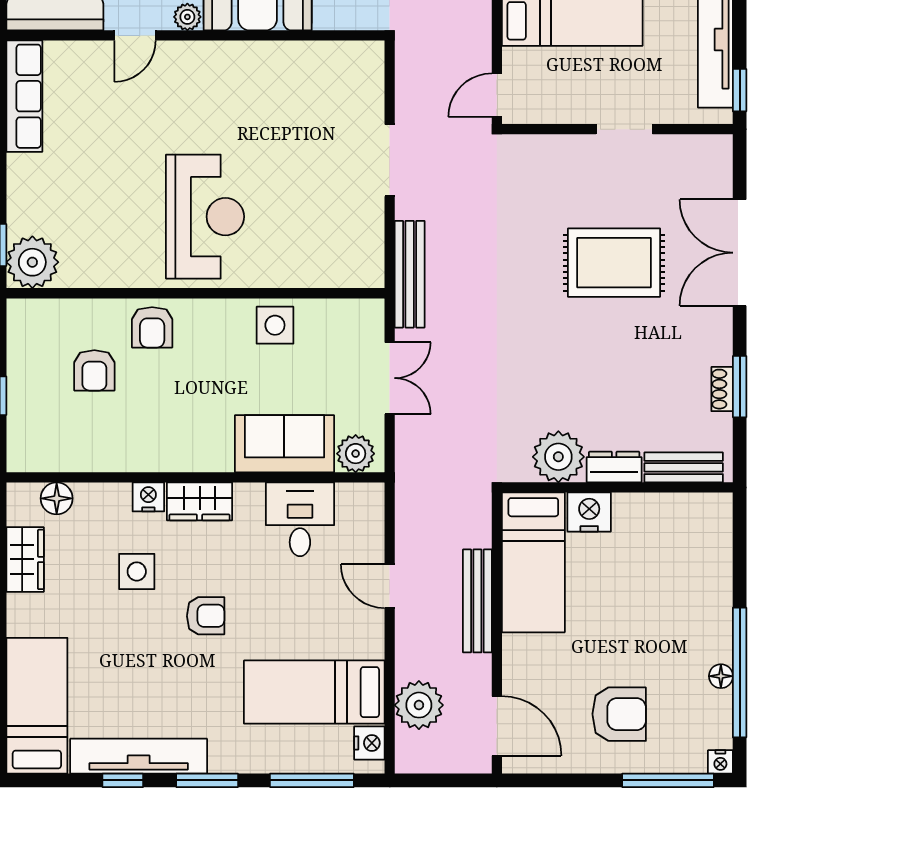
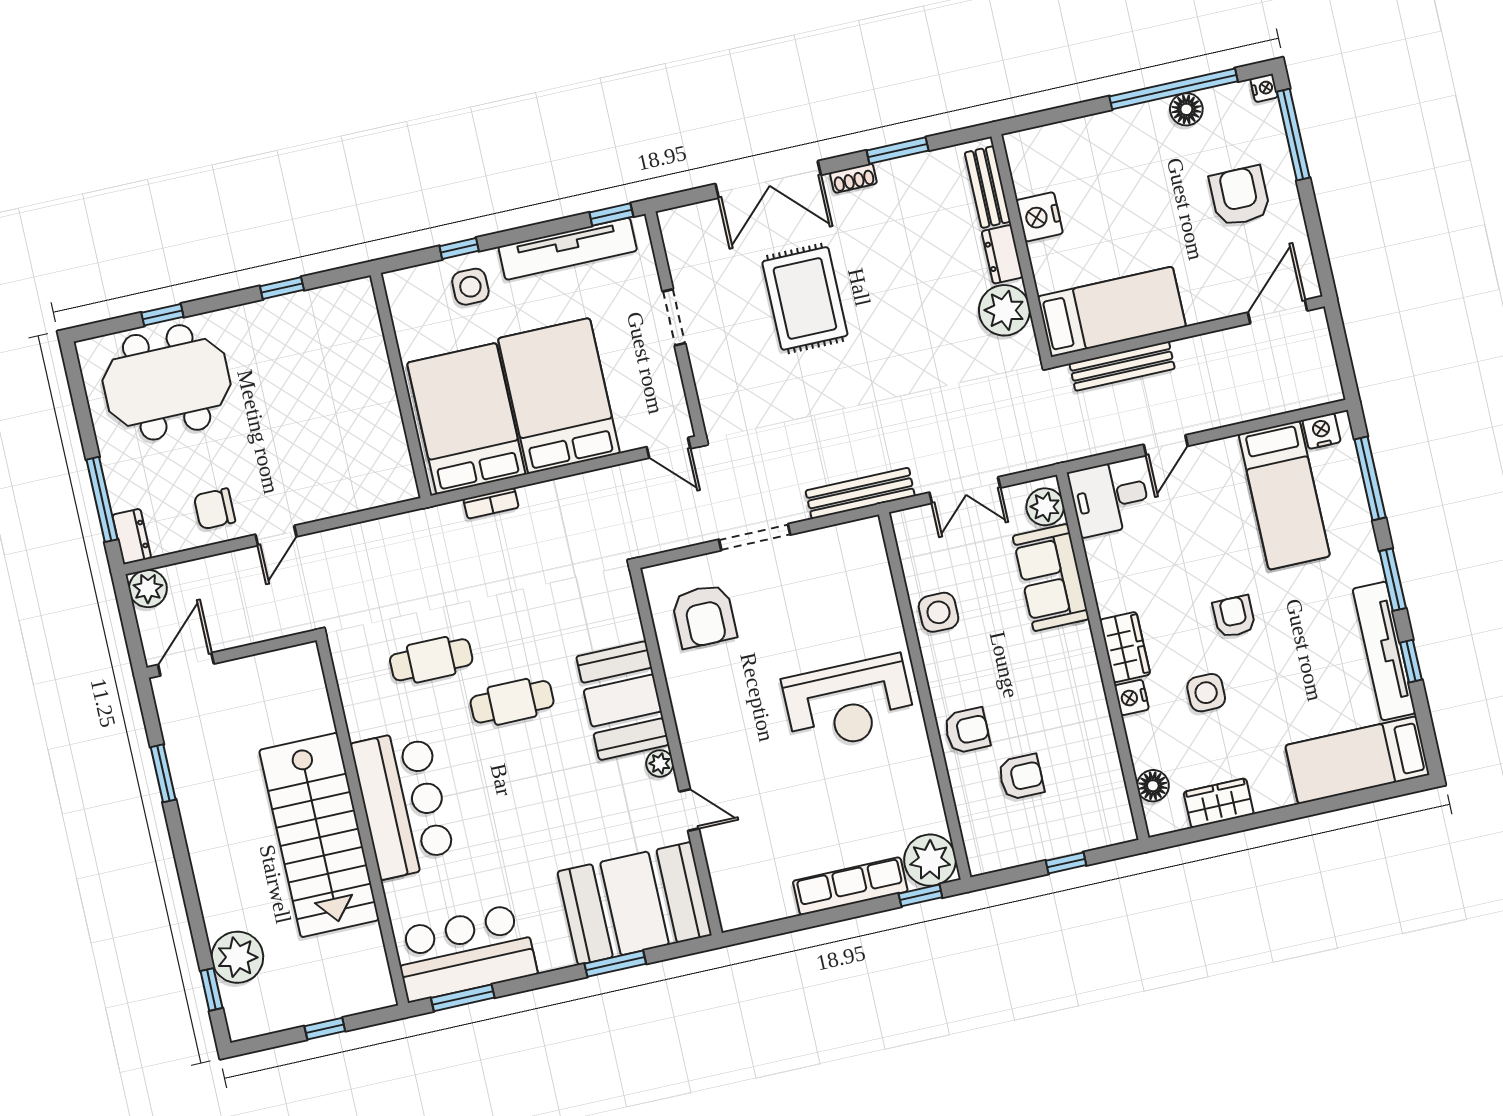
armchair: (323, 93) -> (704, 616), added
row of seats: (24, 96) -> (850, 886), moved
reception desk: (205, 217) -> (849, 703), turned 180
double door: (390, 378) -> (965, 490), swing flipped
shoe rack: (722, 389) -> (853, 178), moved
nightstand: (589, 512) -> (1039, 217), moved
desk: (300, 519) -> (1110, 498), moved
bench: (477, 601) -> (1122, 366), moved
floor lamp: (721, 676) -> (1186, 109), width x1.37, depth x1.37
plant: (419, 705) -> (1274, 391), removed

